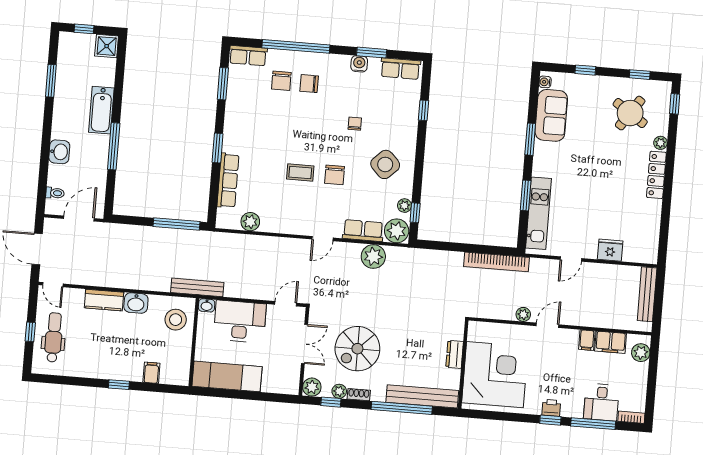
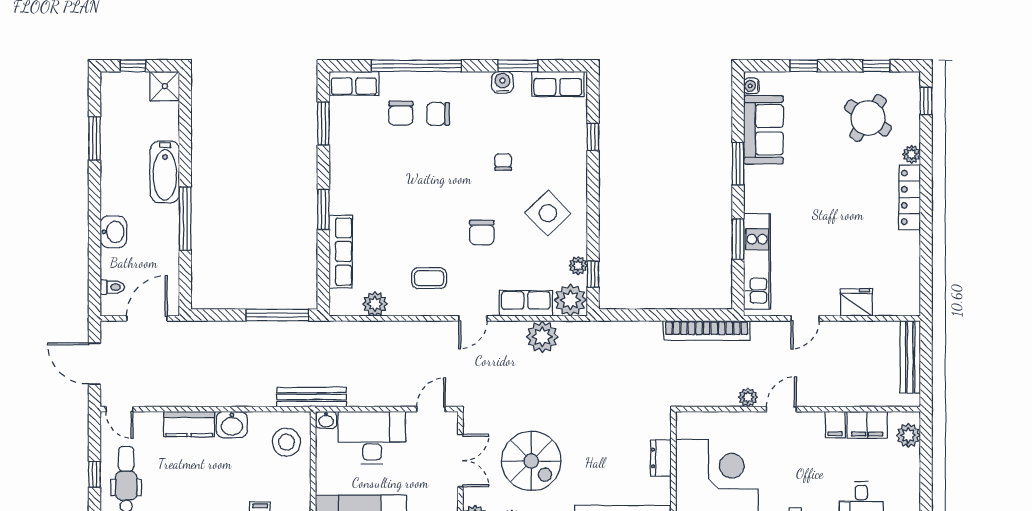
coffee table: (300, 173) -> (429, 278), moved
spiral stairs: (357, 349) -> (531, 461), turned -90

